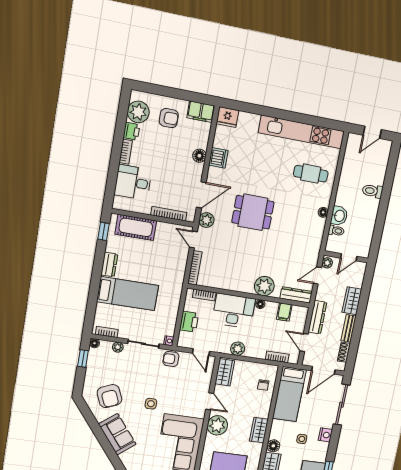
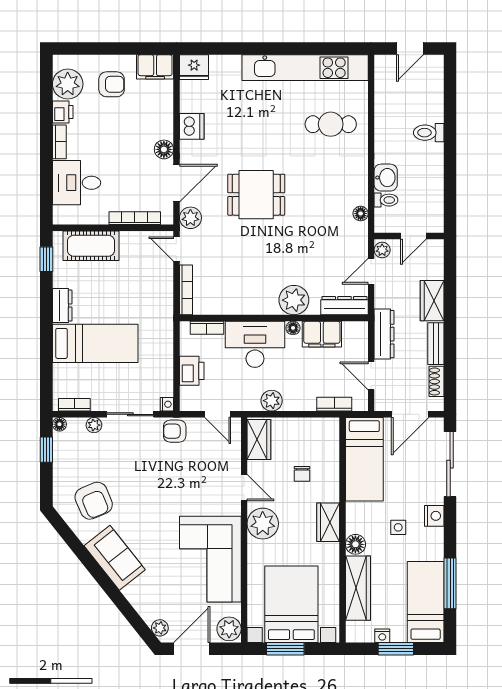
floor lamp: (199, 156) -> (164, 149), moved
floor lamp: (323, 212) -> (361, 214), moved
filing cabinet: (284, 312) -> (322, 334), width x2.00
chair: (263, 385) -> (302, 474), moved
side table: (151, 404) -> (157, 504), removed

